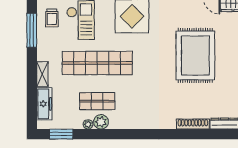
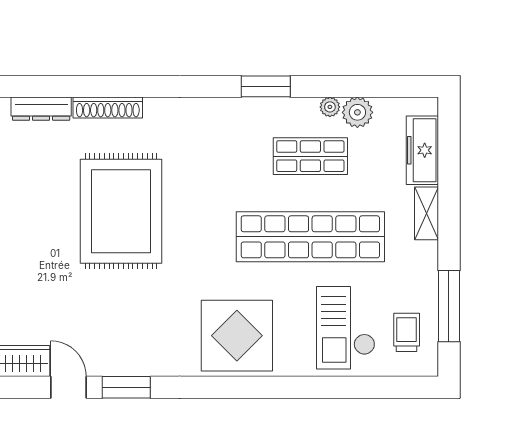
rug: (195, 55) -> (121, 211), moved
plant: (101, 122) -> (357, 112), moved
window: (61, 134) -> (266, 86), moved

